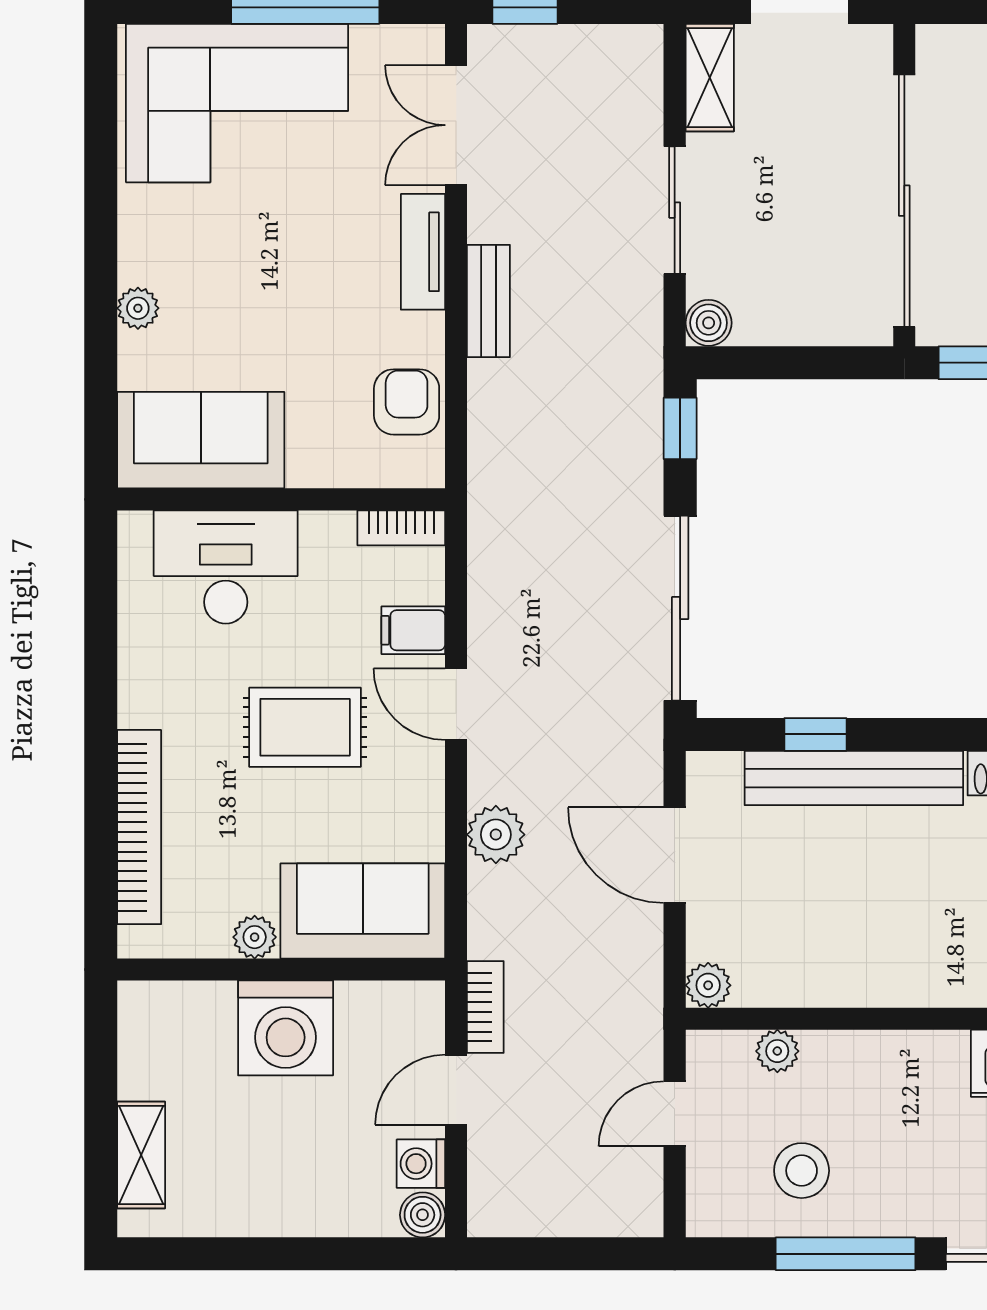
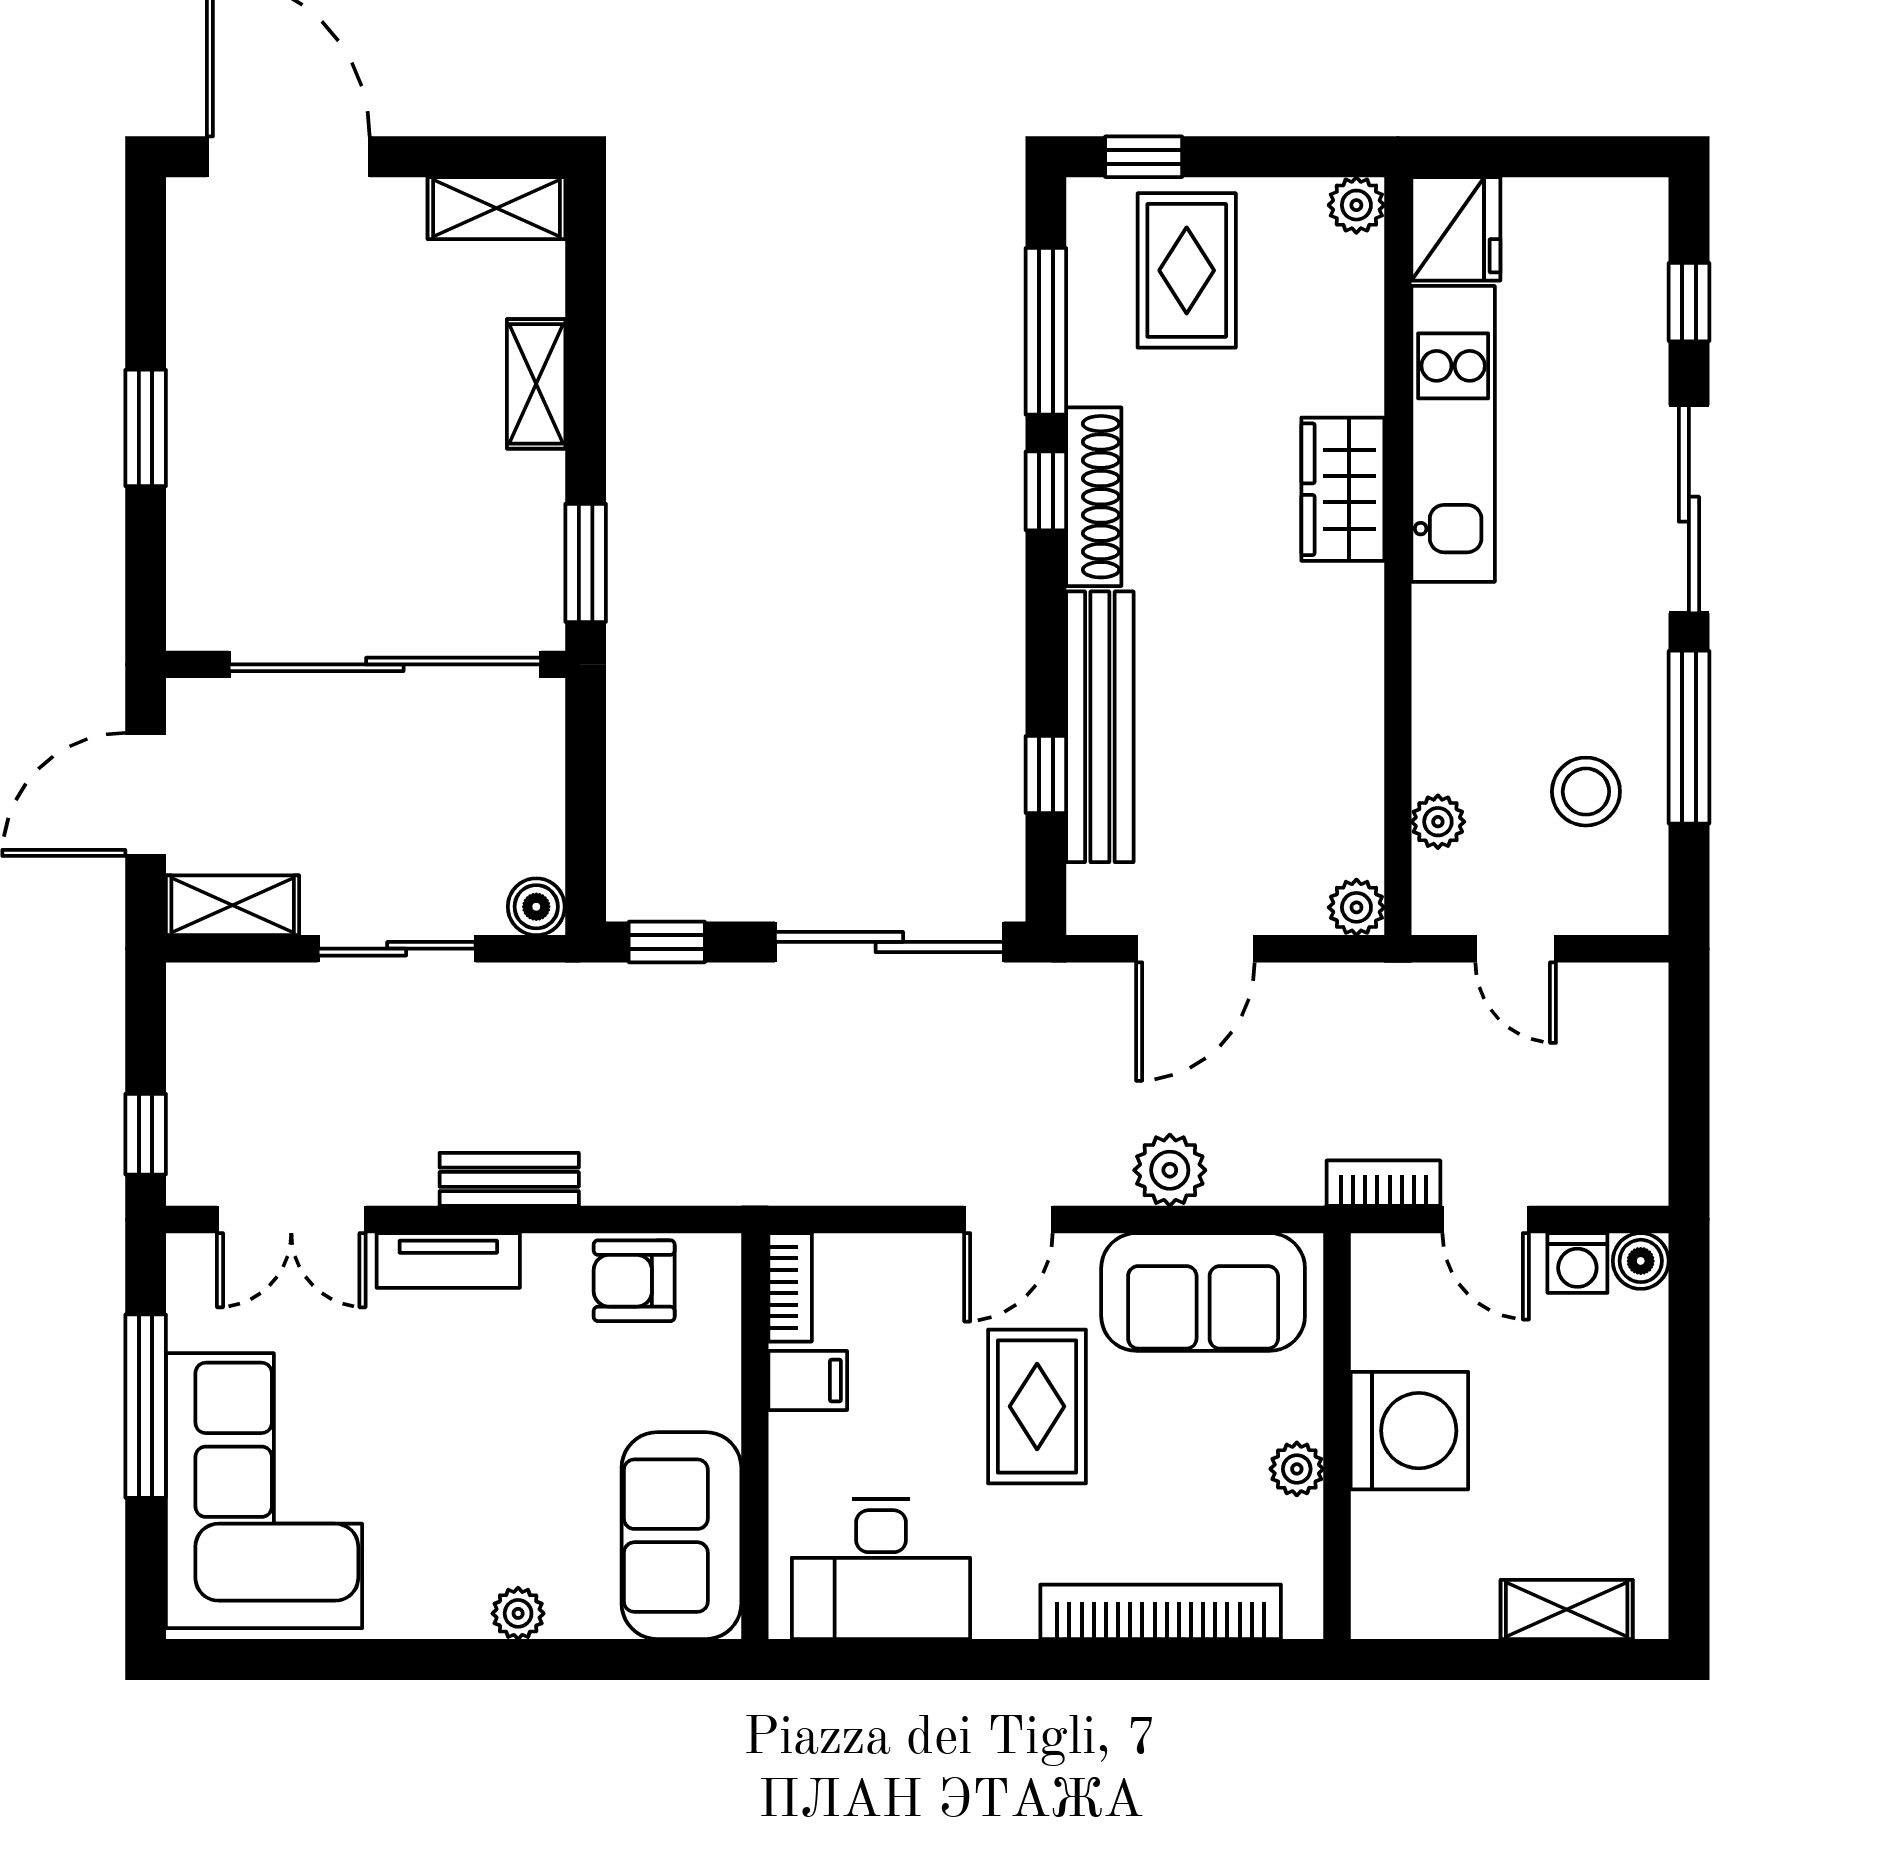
desk: (226, 567) -> (881, 1569), moved, turned -90
filing cabinet: (413, 630) -> (808, 1380), moved, turned -90
sofa: (363, 911) -> (1203, 1292), moved, turned -90

